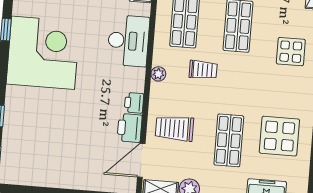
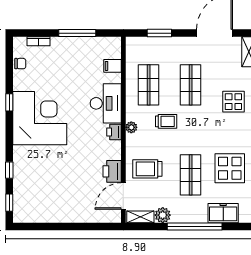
printer: (134, 103) -> (114, 132), moved

